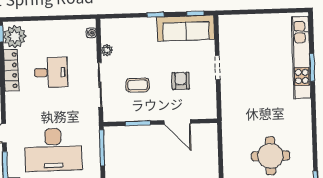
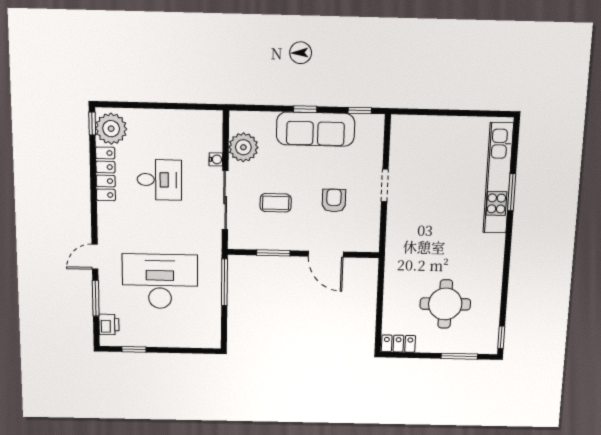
sofa: (186, 28) -> (316, 129), moved
water cooler: (91, 33) -> (216, 159), moved
plant: (107, 50) -> (243, 147), width x1.88, depth x1.88
desk: (53, 150) -> (160, 281), turned 180

